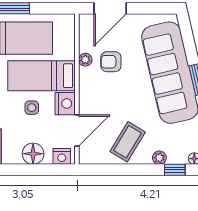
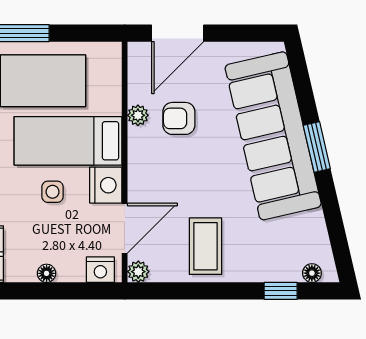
coffee table: (128, 142) -> (205, 246), turned -31
floor lamp: (33, 154) -> (47, 273), width x0.53, depth x0.53
plant: (159, 158) -> (138, 272), moved

